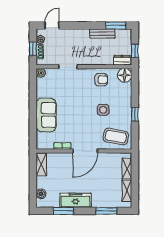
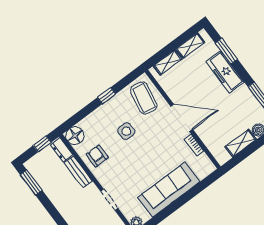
bench: (102, 34) -> (78, 172), moved
sofa: (46, 115) -> (169, 190), width x1.36
shelving: (41, 164) -> (241, 143), moved
freezer: (75, 200) -> (225, 72), moved

